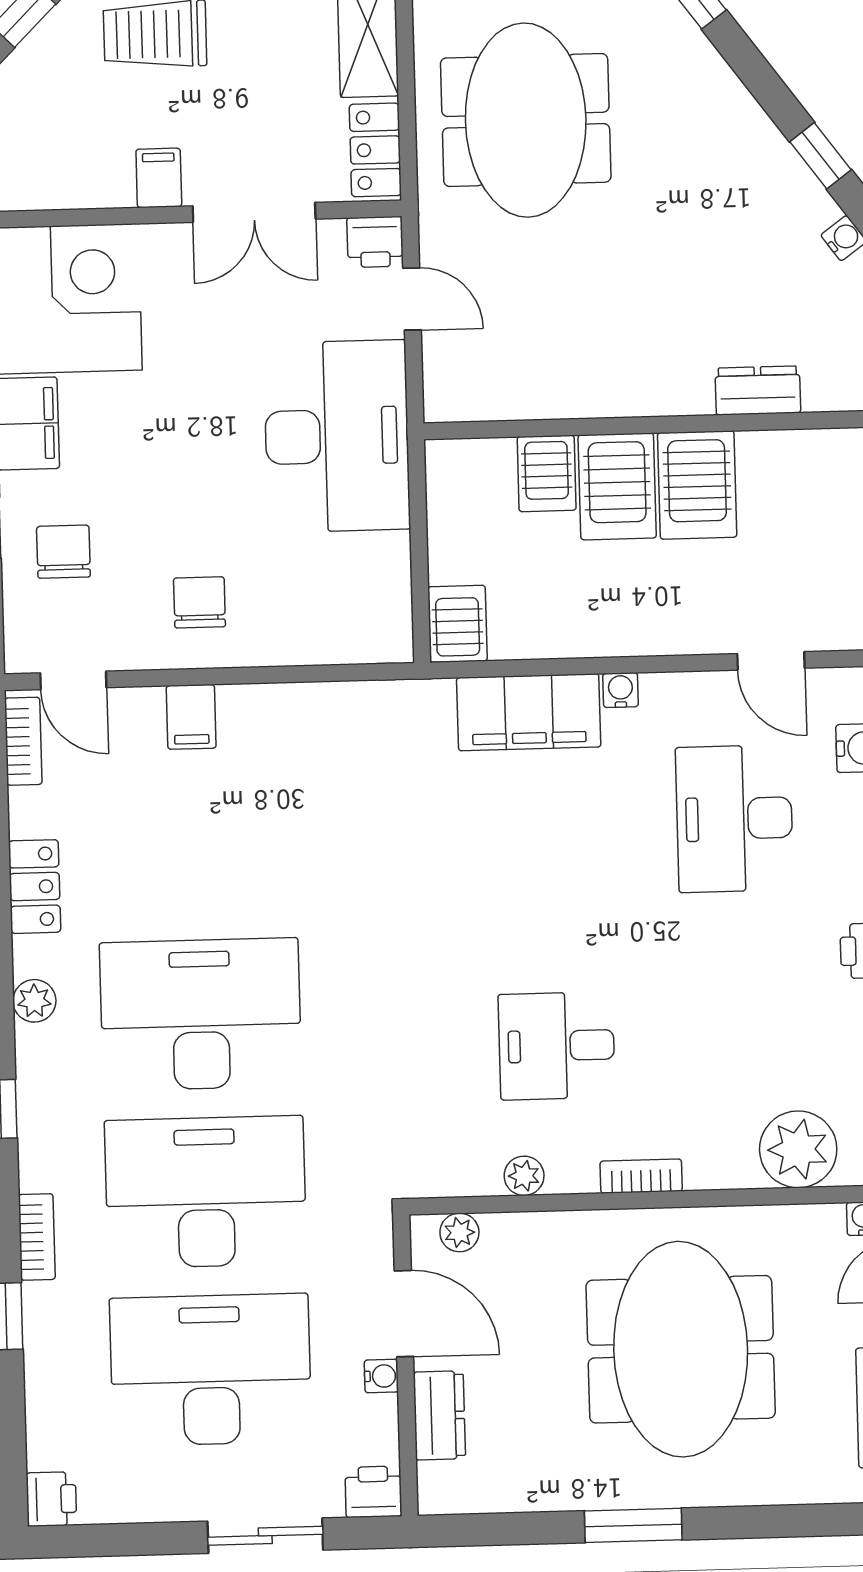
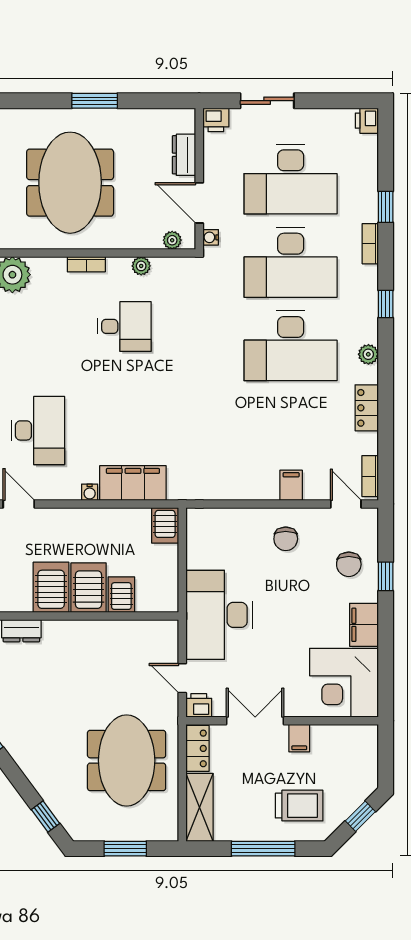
water cooler: (381, 1376) -> (211, 237), moved

